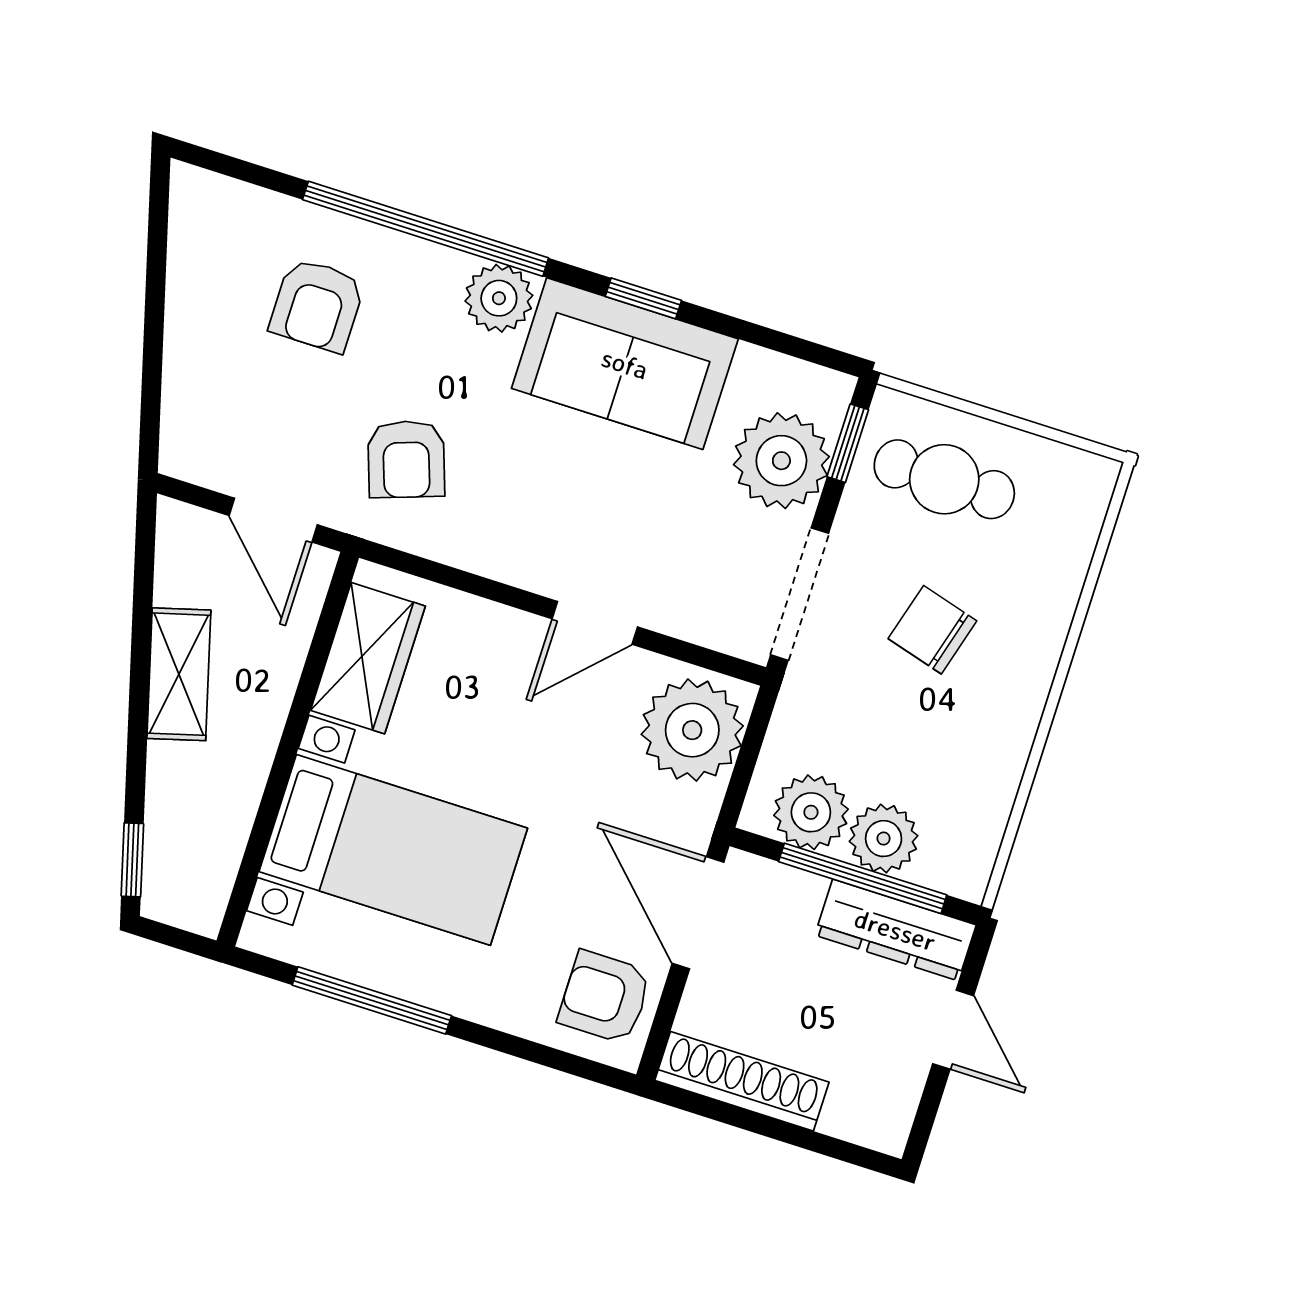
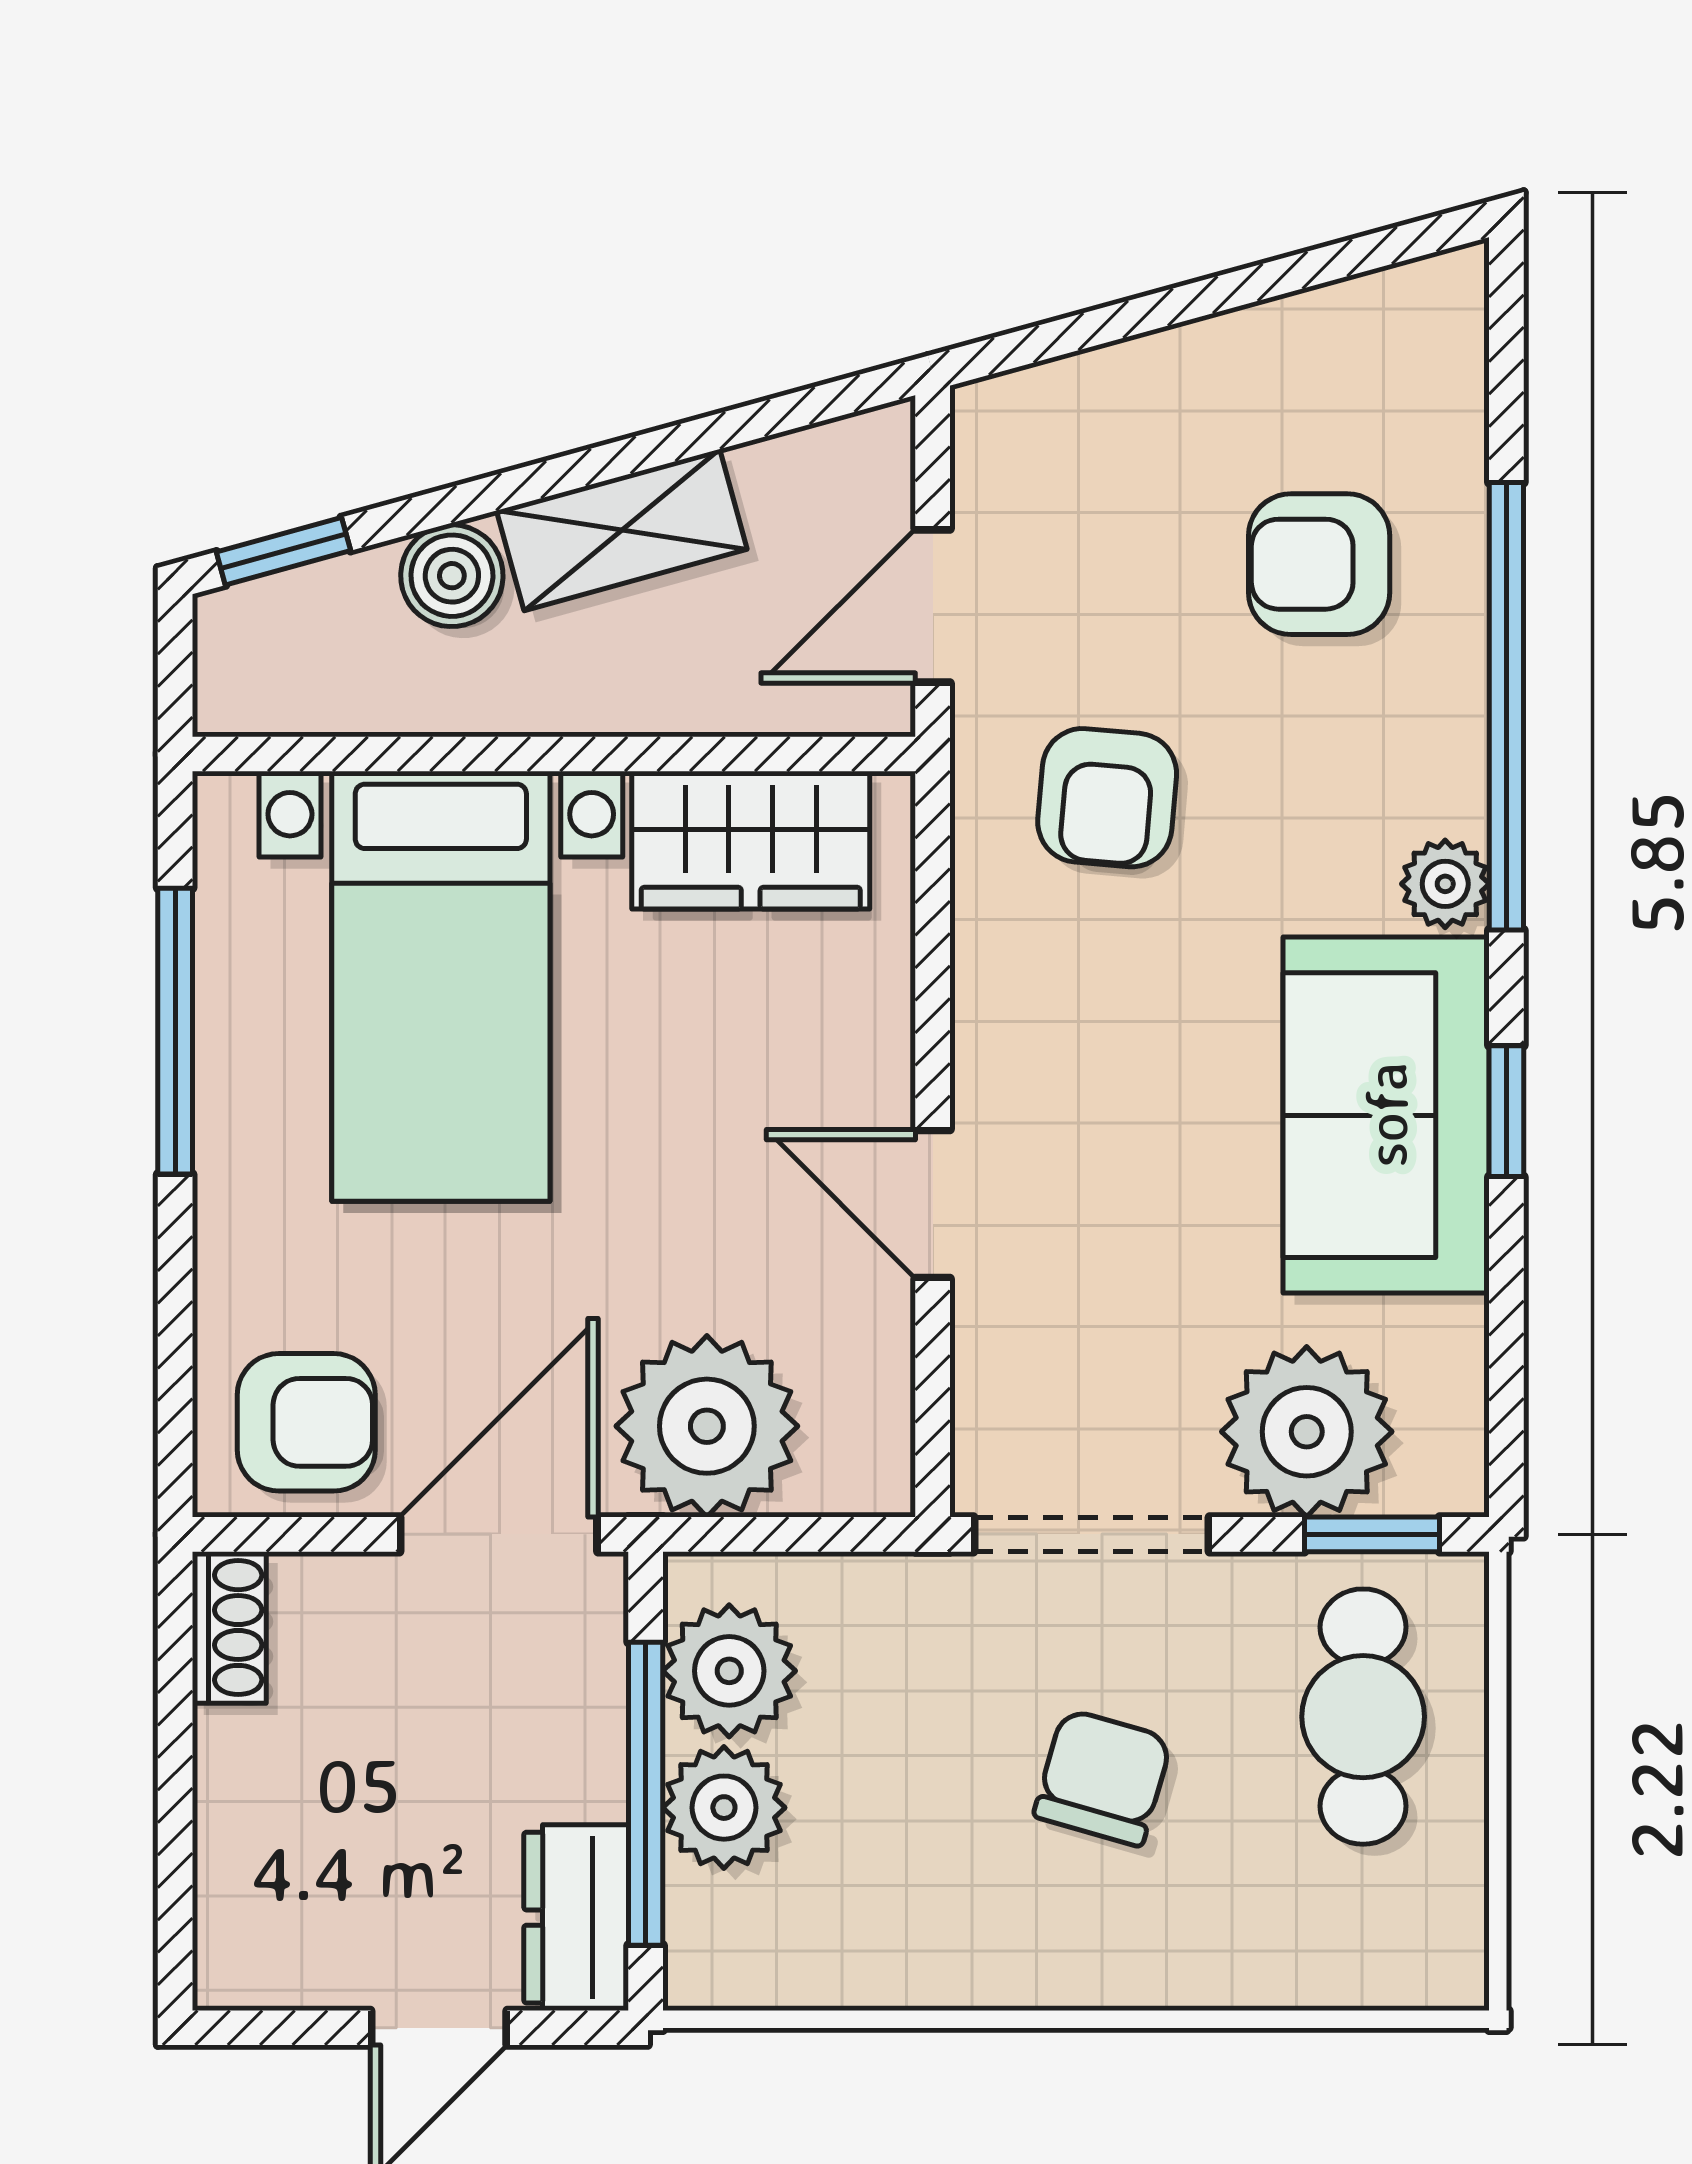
plant: (499, 298) -> (1445, 884), width x0.73, depth x0.73
armchair: (406, 459) -> (1107, 798), turned -66
plant: (692, 730) -> (707, 1426), moved
boiler: (174, 773) -> (452, 576), added
dresser: (895, 930) -> (576, 1918), width x0.70
armchair: (605, 997) -> (306, 1422), turned 90
shoe rack: (742, 1081) -> (229, 1628), width x0.51, depth x0.81

